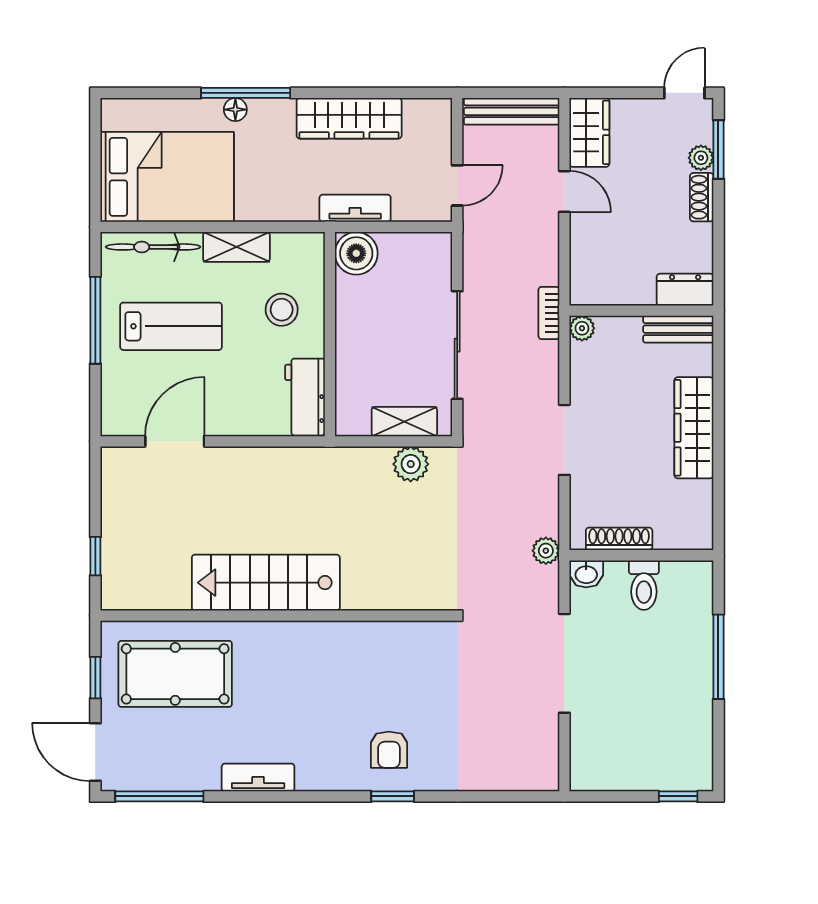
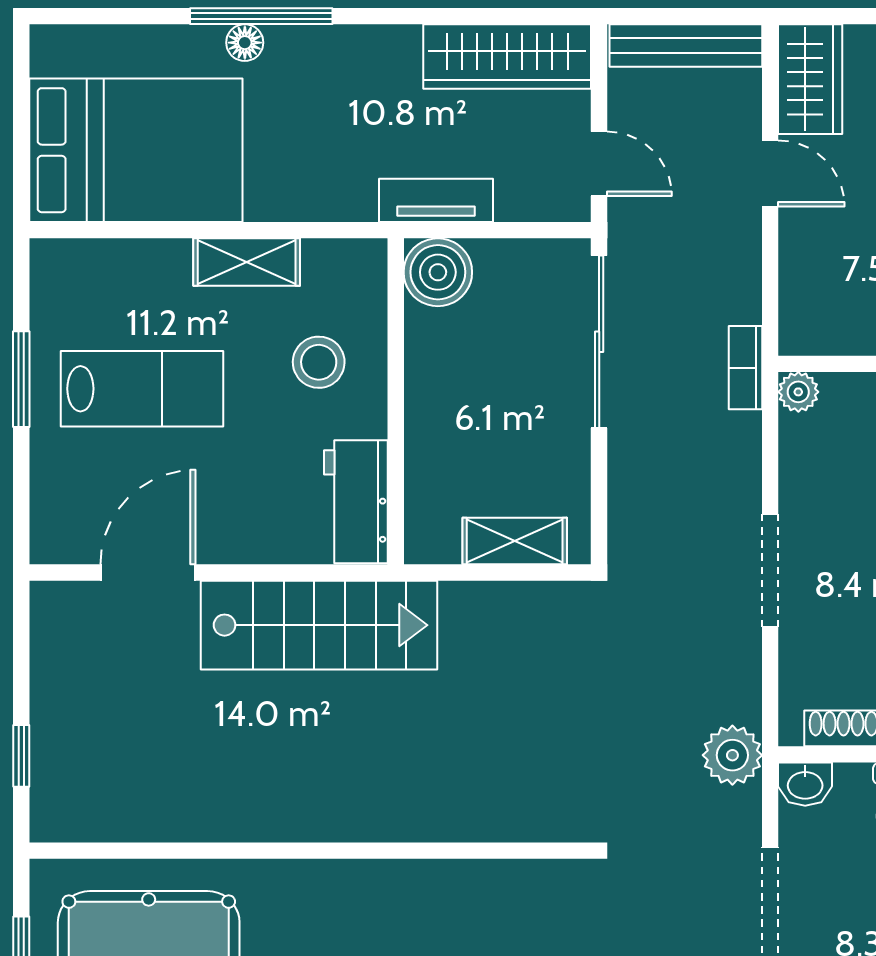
wardrobe: (349, 118) -> (507, 57), moved
door: (457, 185) -> (599, 164), hinge flipped
bicycle: (153, 247) -> (113, 262), removed
window: (95, 320) -> (21, 379), width x0.69
sliding door: (457, 345) -> (599, 342), moved
plant: (411, 464) -> (525, 609), removed
plant: (546, 551) -> (732, 755), width x1.38, depth x1.38
stairs: (266, 583) -> (319, 625), moved, turned 180

